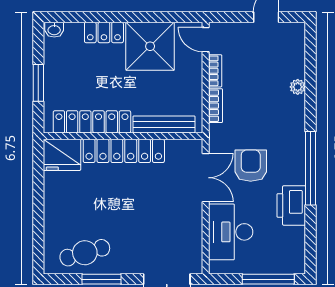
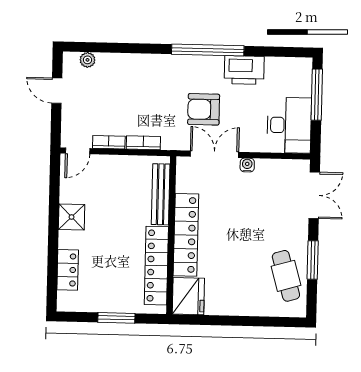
washbasin: (54, 30) -> (64, 301), removed
locker: (104, 32) -> (68, 270), moved
shower: (150, 46) -> (72, 217), width x0.54, depth x0.54
plant: (298, 87) -> (88, 60), moved
water cooler: (196, 211) -> (247, 165), added
desk: (231, 232) -> (289, 125), moved, turned -90

